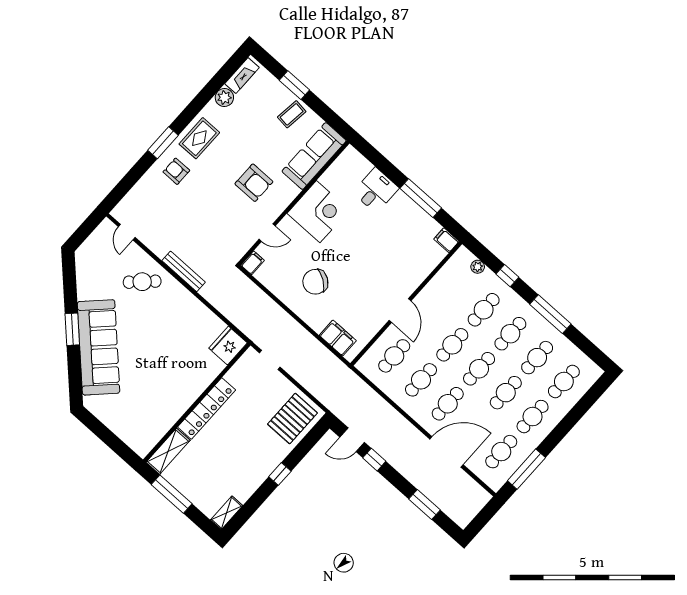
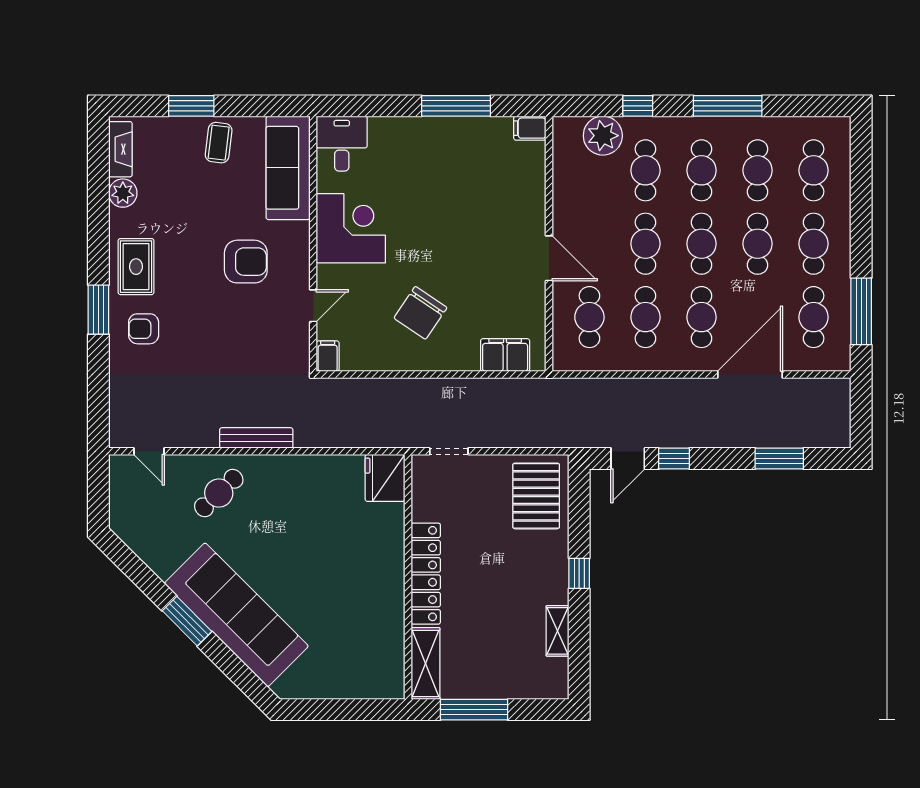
desk: (376, 190) -> (342, 144), moved
plant: (478, 267) -> (603, 136), width x1.88, depth x1.88
shelving: (227, 513) -> (558, 631), moved

